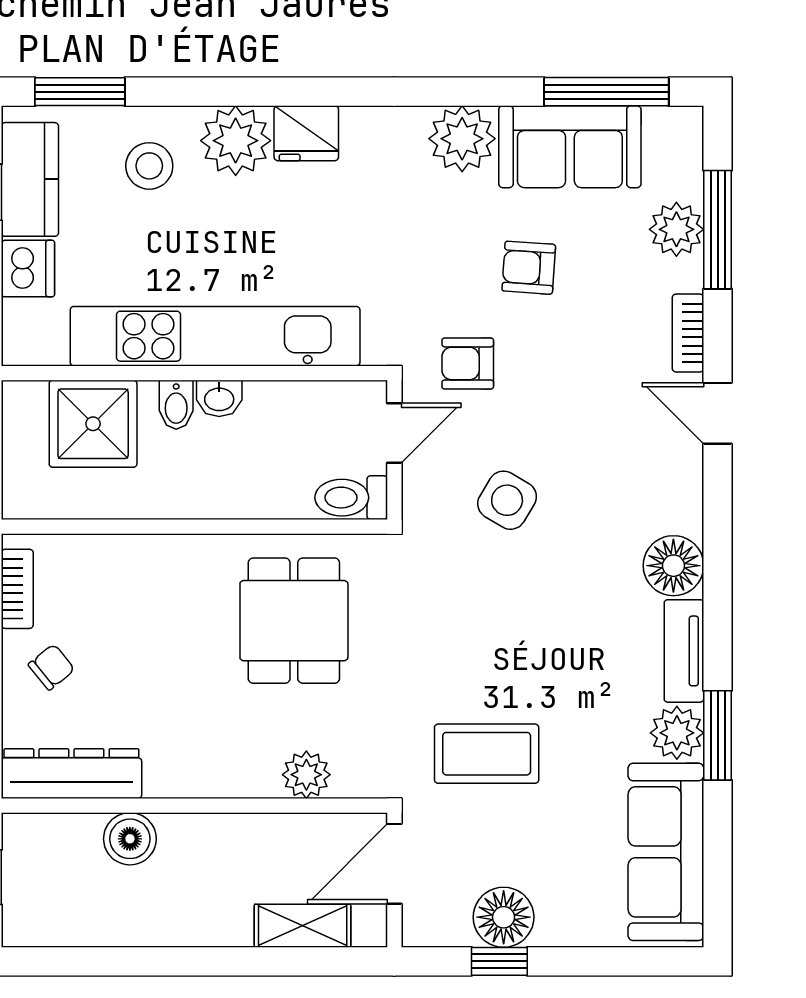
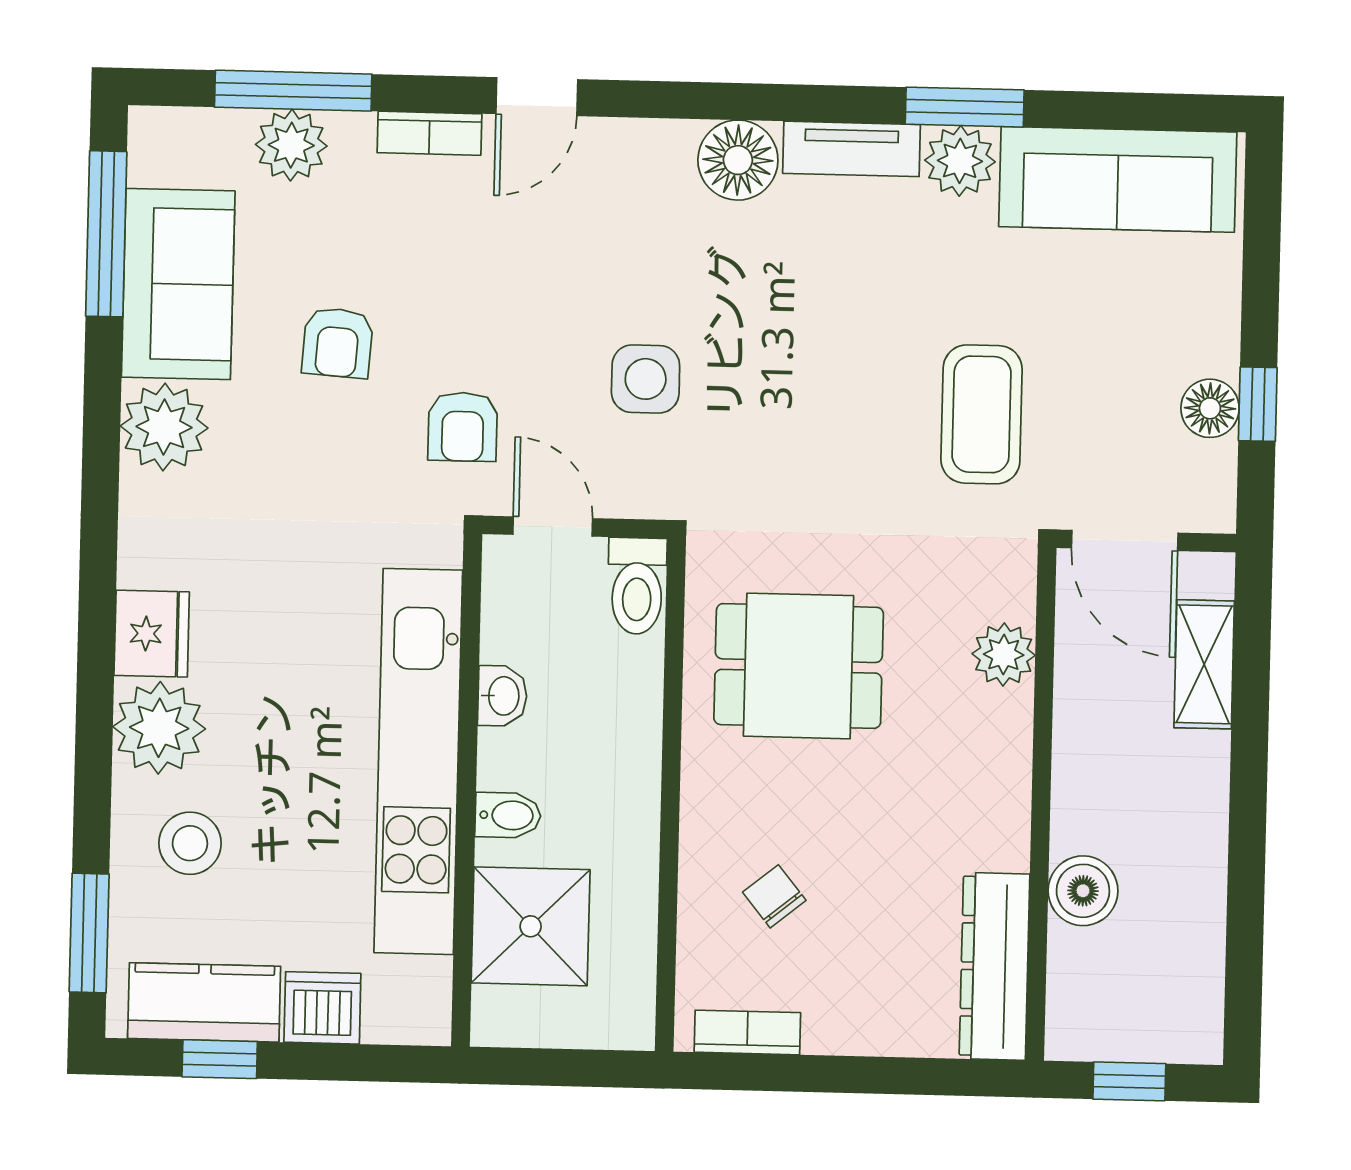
washbasin: (219, 398) -> (502, 696), moved
side table: (507, 500) -> (646, 379), turned -31
chair: (51, 667) -> (774, 896), moved
floor lamp: (504, 917) -> (1210, 408), width x0.73, depth x0.73

